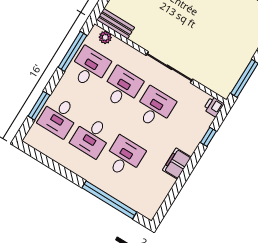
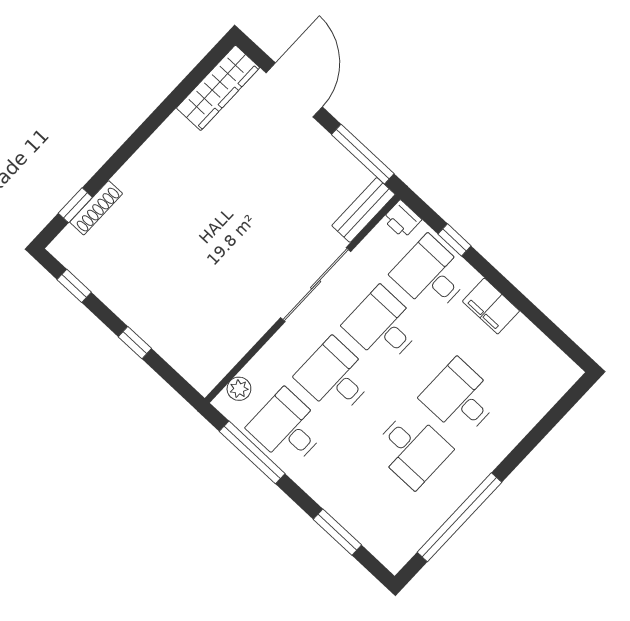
bench: (116, 24) -> (363, 210), moved
desk: (59, 117) -> (431, 275), moved, turned 180
window: (109, 200) -> (459, 517), moved

